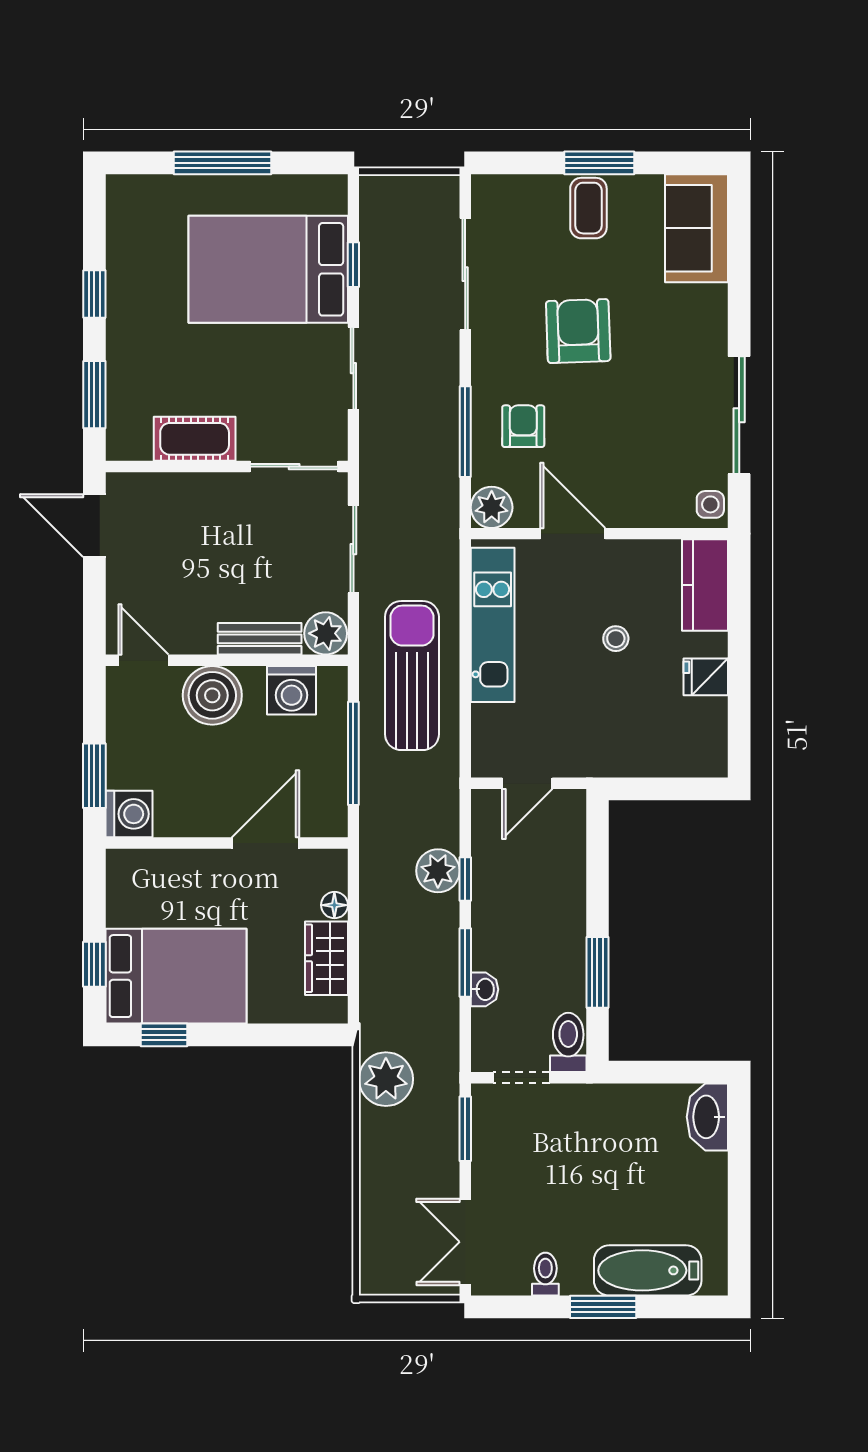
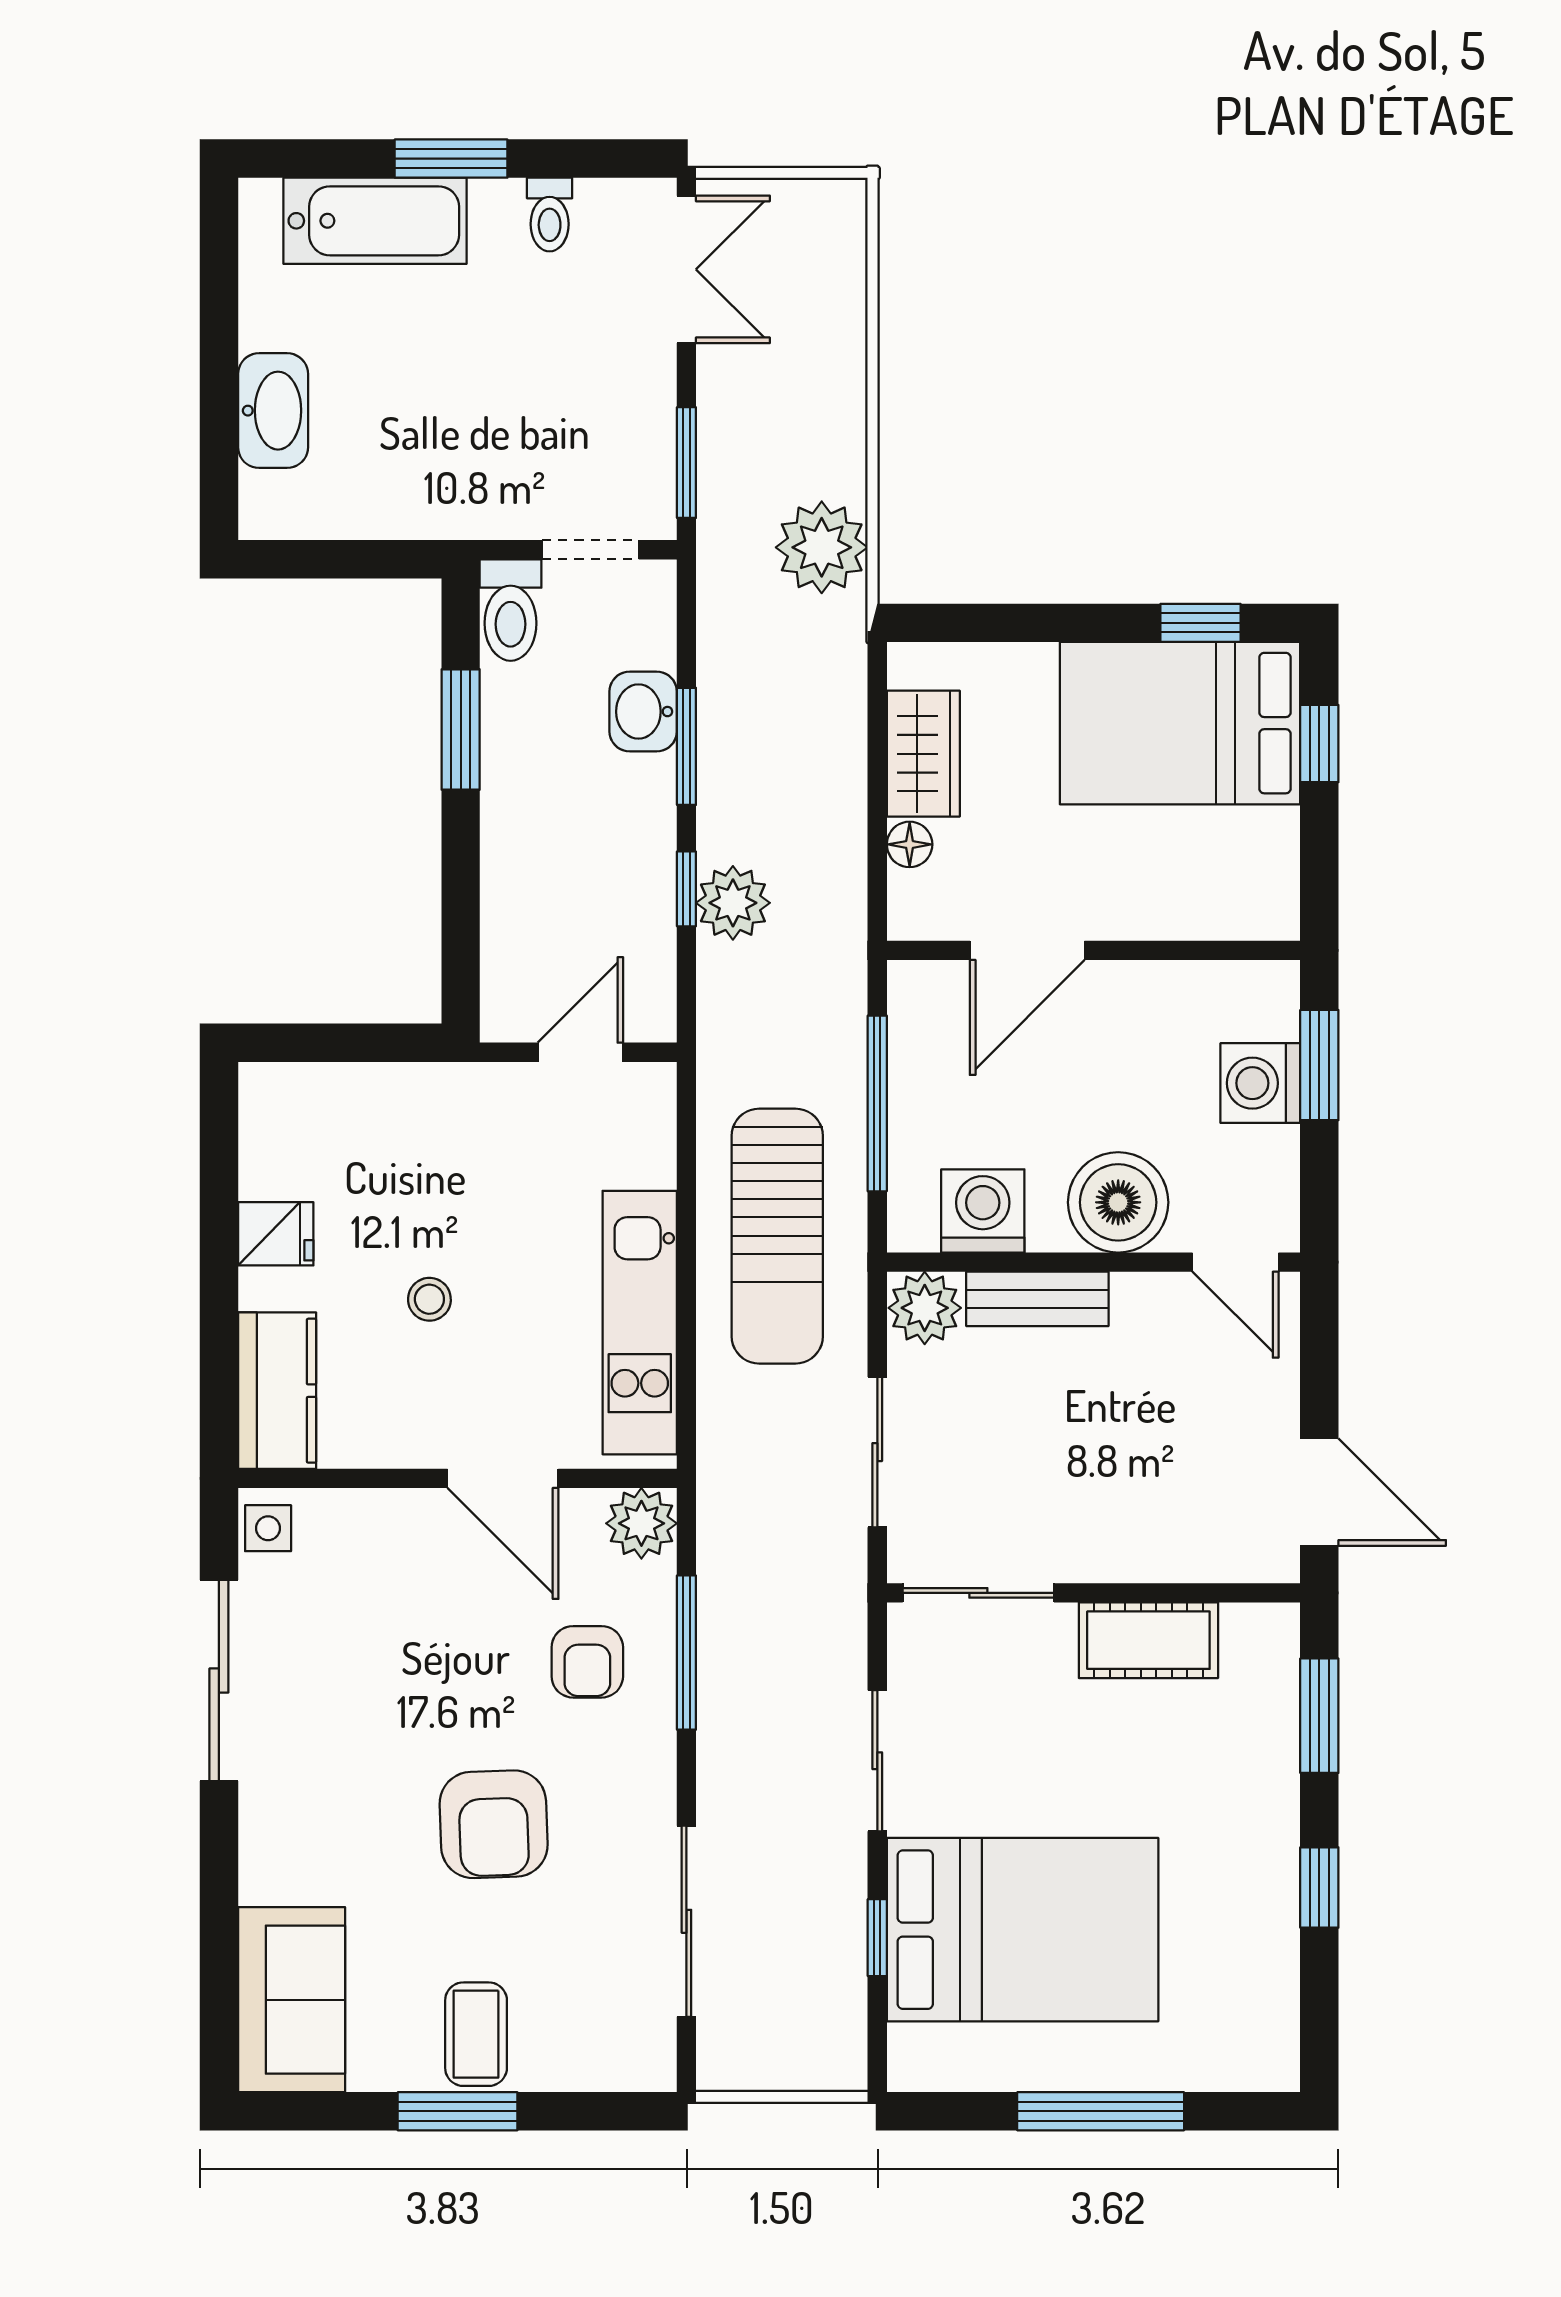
washing machine: (129, 814) -> (1260, 1083), moved
washbasin: (484, 989) -> (643, 712), width x1.38, depth x1.45
washbasin: (707, 1117) -> (273, 411), moved

